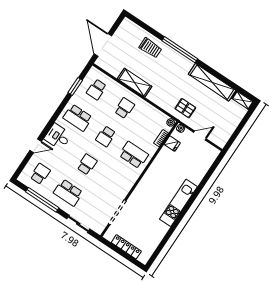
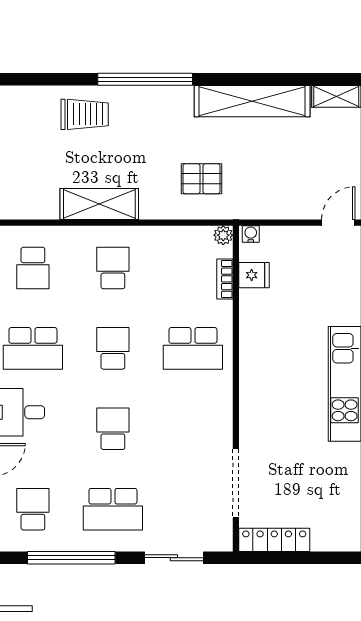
pallet: (185, 108) -> (201, 179), moved
school desk: (106, 136) -> (113, 348), turned 180
door: (200, 136) -> (338, 223), moved
school desk: (134, 155) -> (193, 348), turned 180
locker: (126, 247) -> (274, 540), moved

